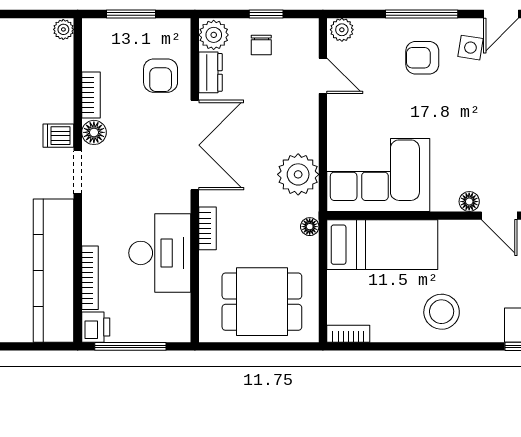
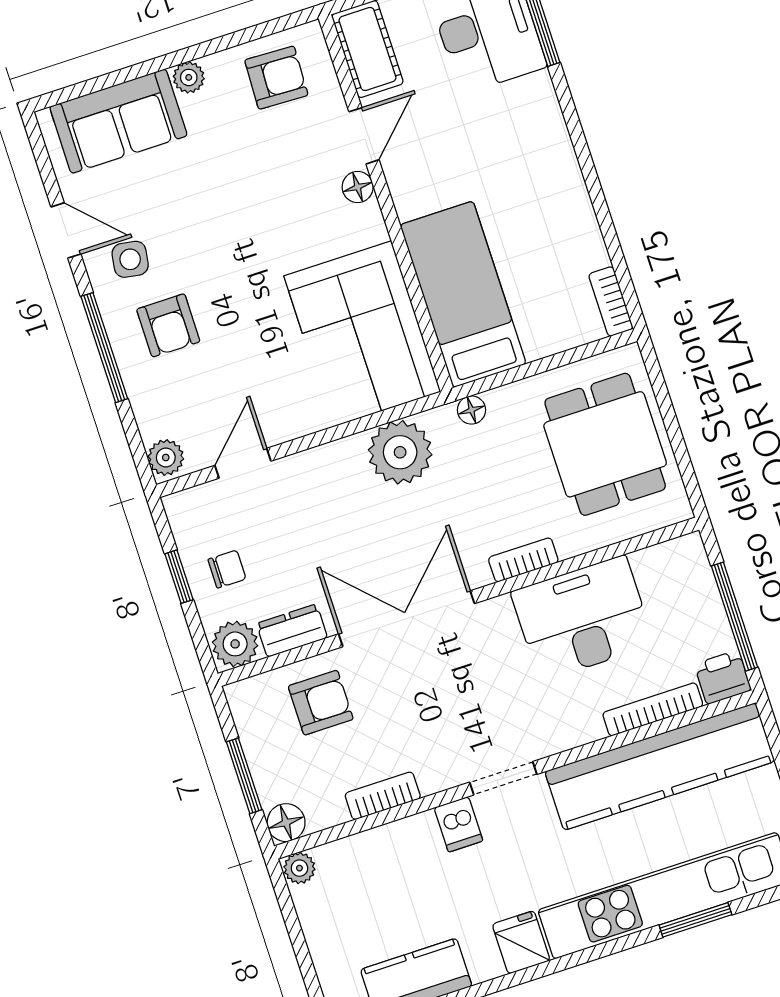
floor lamp: (94, 132) -> (286, 823), moved
stool: (442, 312) -> (533, 175), removed

